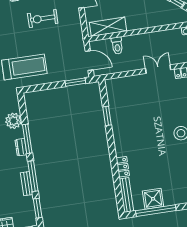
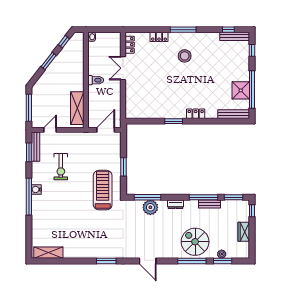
toilet: (117, 46) -> (96, 80), moved
window: (75, 82) -> (123, 167), moved
window: (107, 116) -> (174, 121), moved
window: (27, 139) -> (148, 197), moved
locker: (123, 167) -> (196, 114), moved

